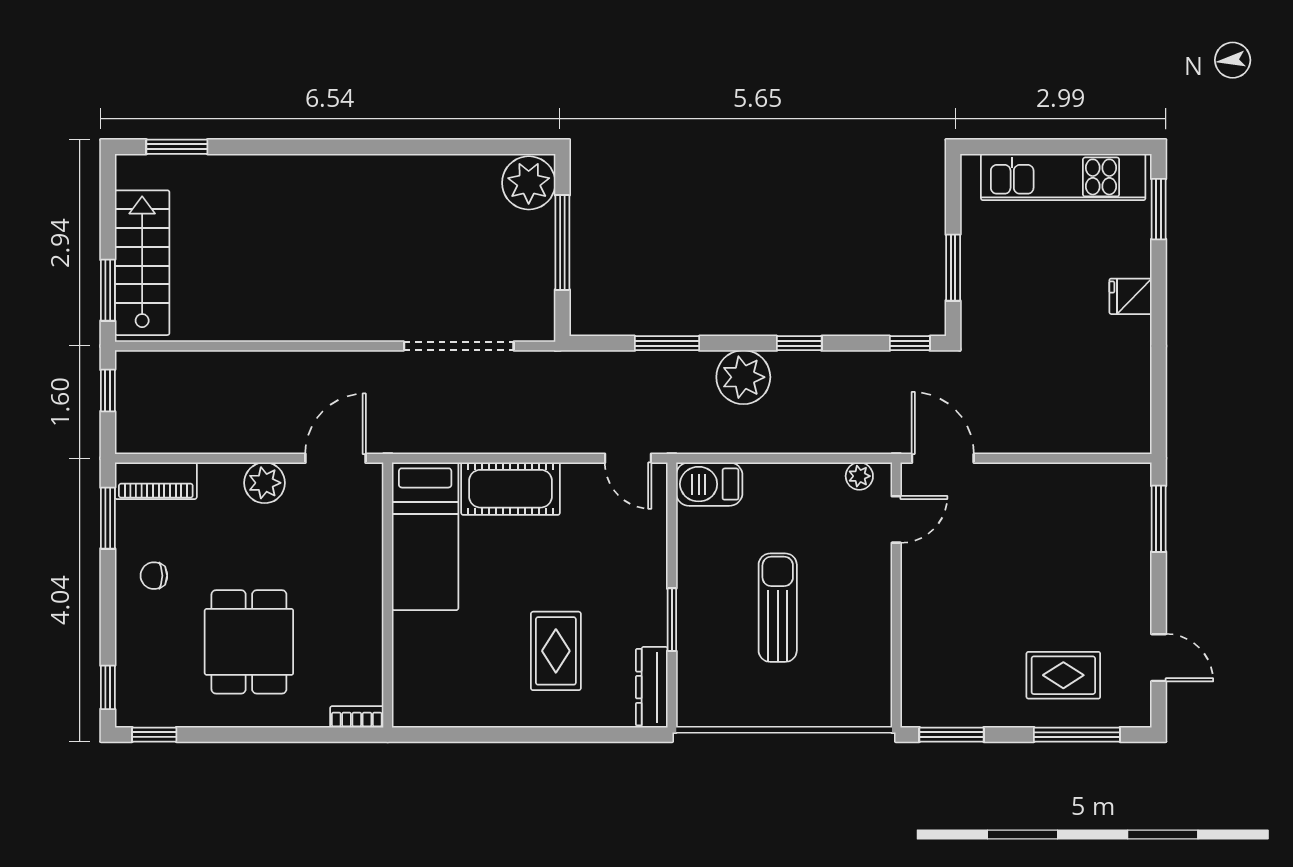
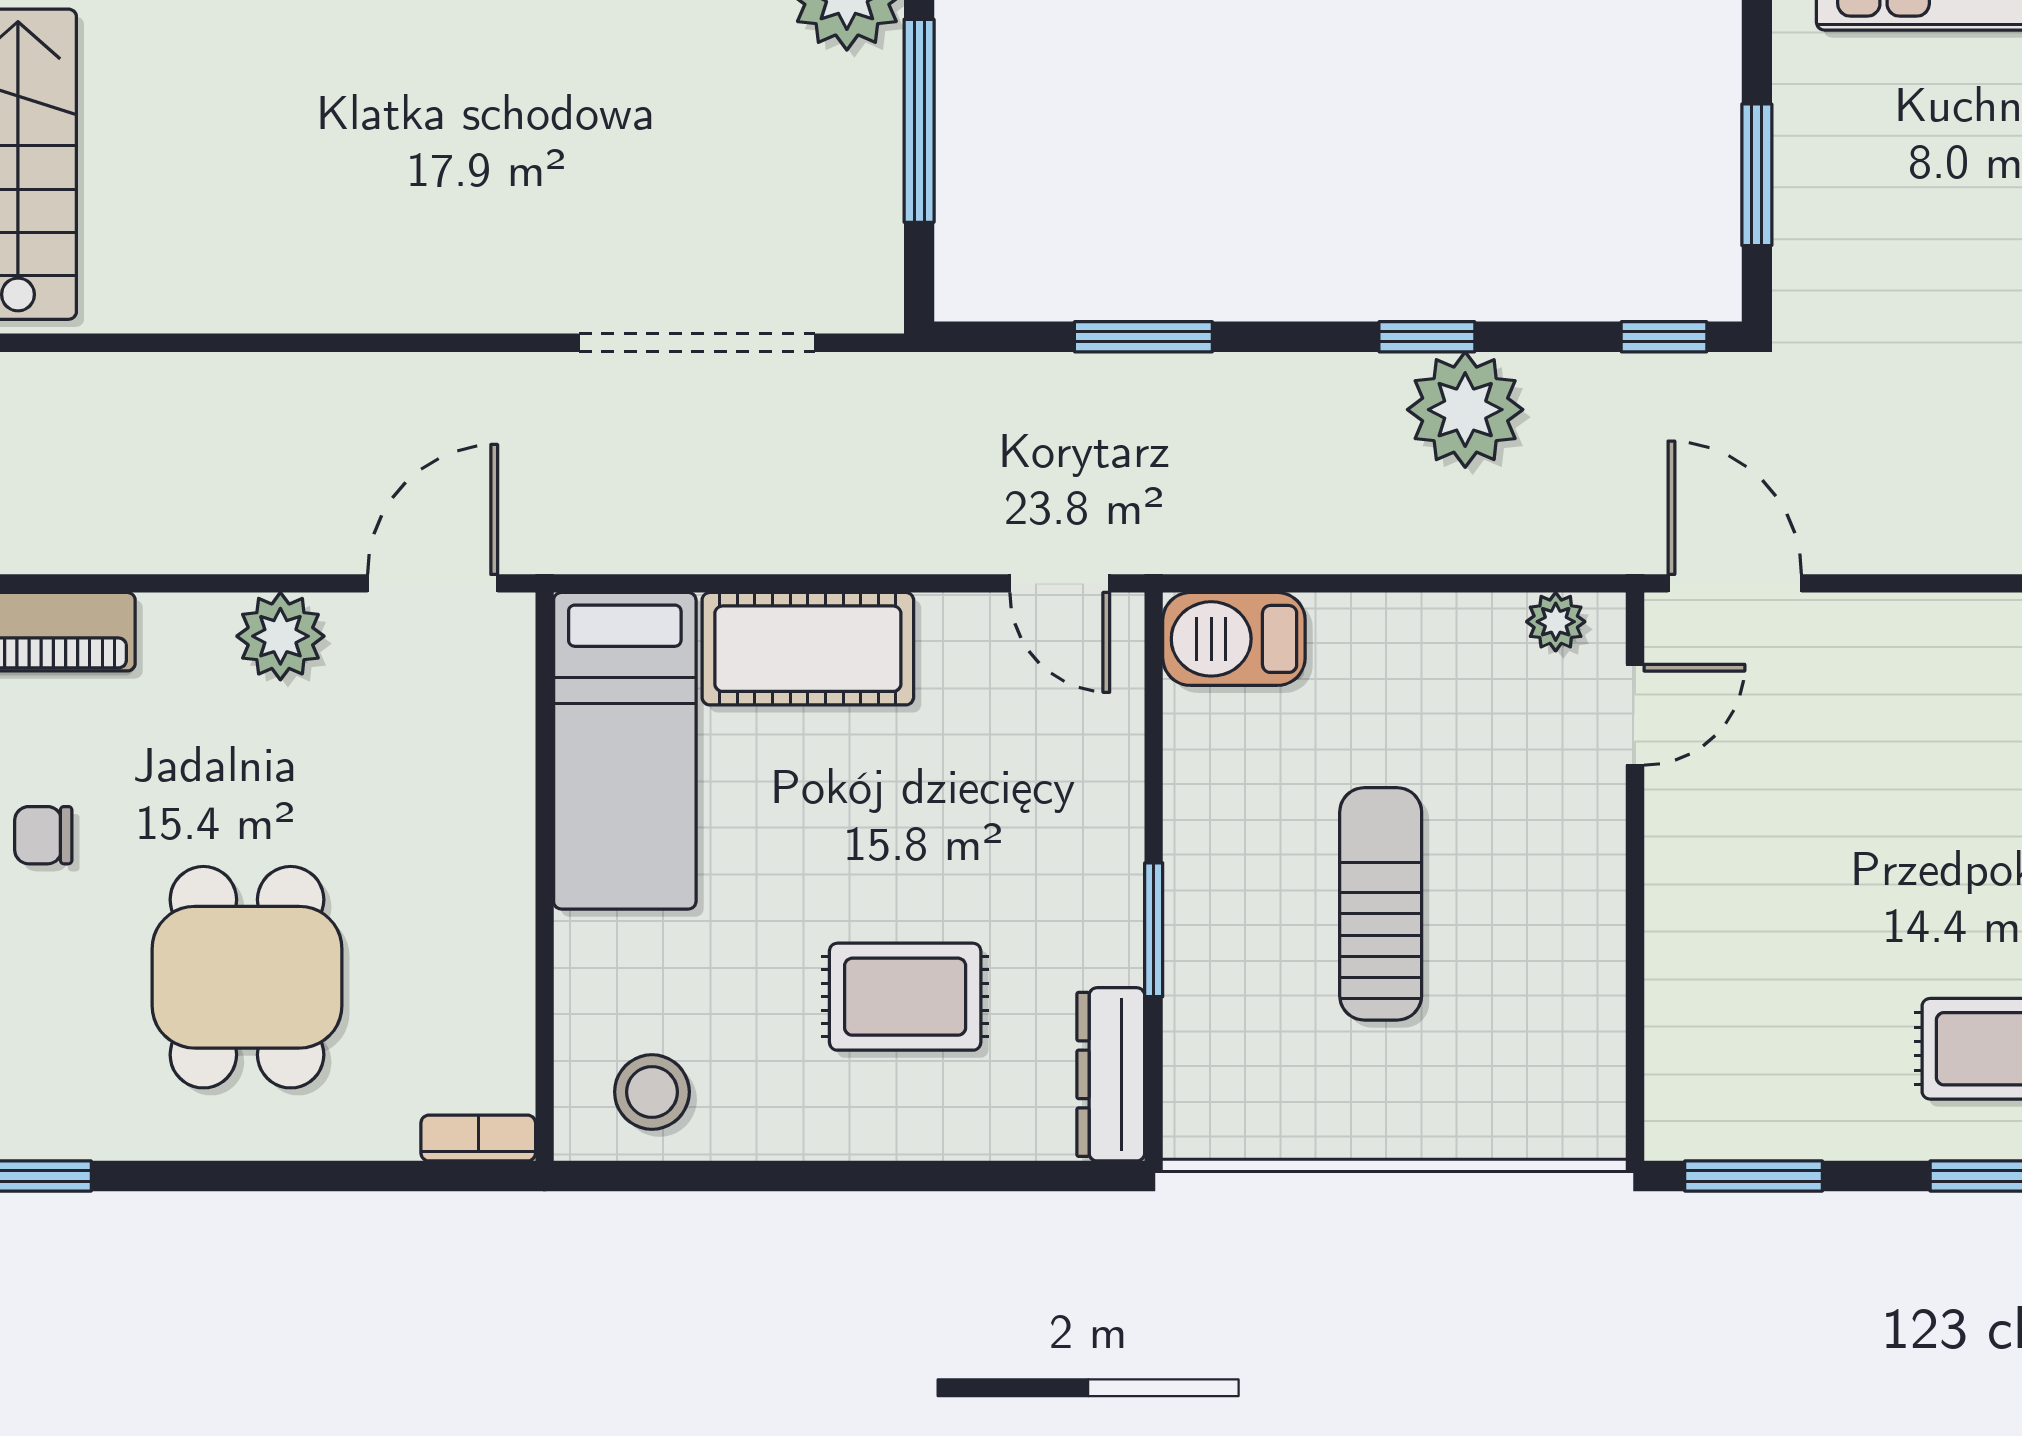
plant: (743, 377) -> (1465, 410), moved
rug: (556, 651) -> (905, 997), turned 90
stool: (438, 695) -> (652, 1092), added

